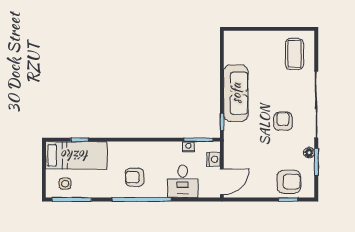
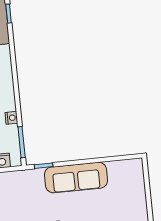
nightstand: (188, 147) -> (11, 118), moved

